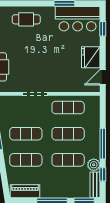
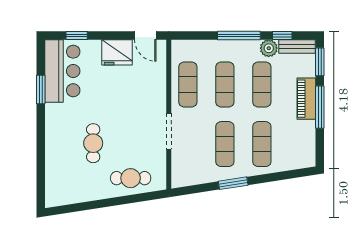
cafe table: (26, 19) -> (93, 143), moved
piano: (25, 191) -> (306, 99), moved

